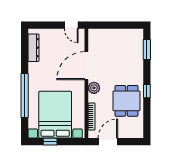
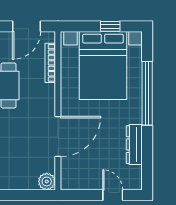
door: (71, 25) -> (113, 195), moved
dresser: (33, 48) -> (134, 145), moved
plant: (94, 88) -> (47, 181), moved

